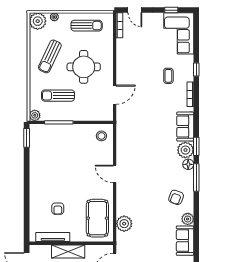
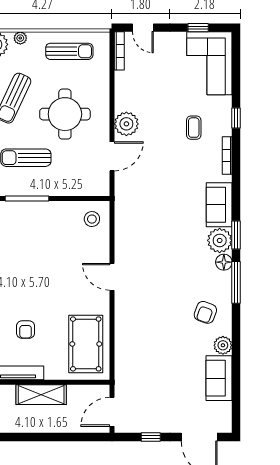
plant: (124, 224) -> (126, 124), moved

